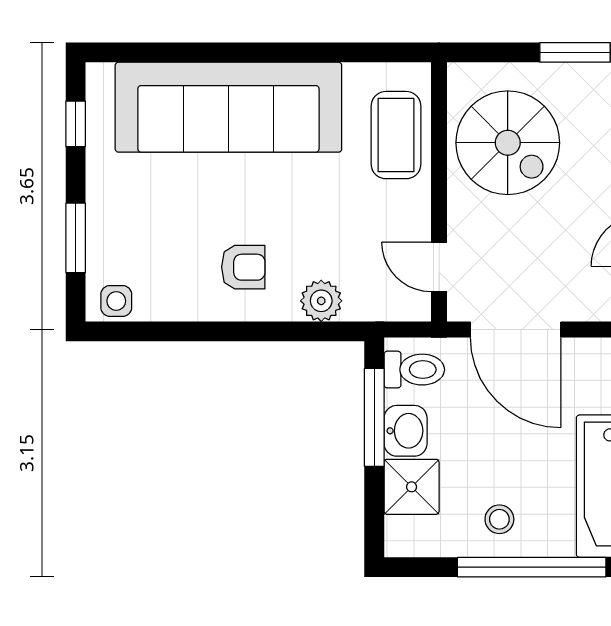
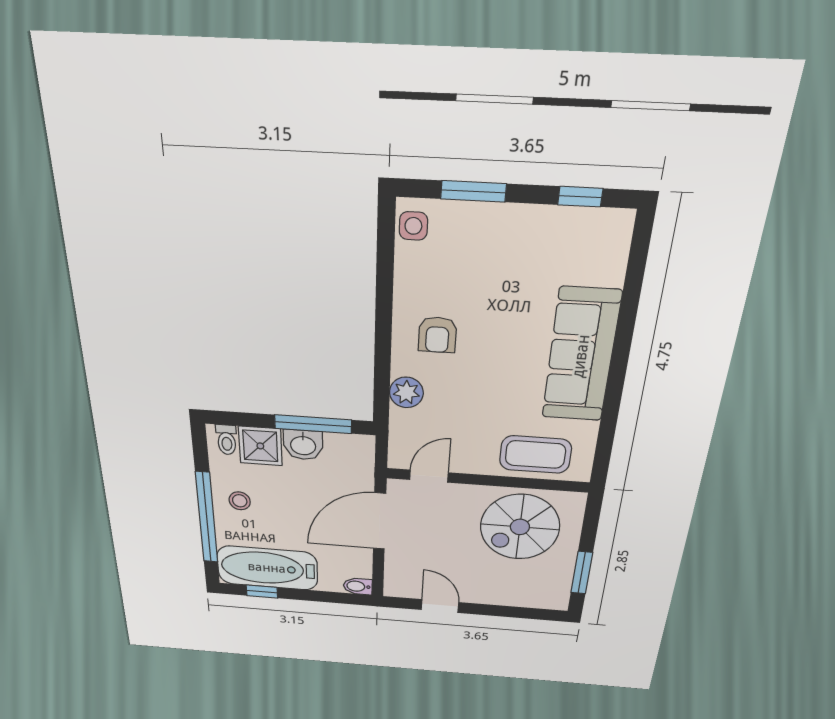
sofa: (228, 107) -> (581, 356), width x0.74, depth x0.79
toilet: (414, 370) -> (227, 440), moved, width x0.73, depth x0.72

